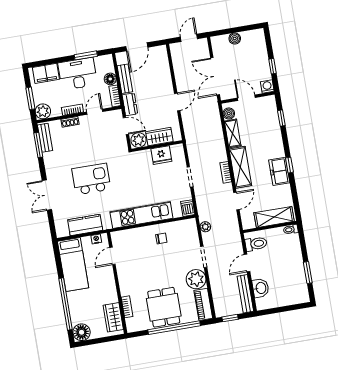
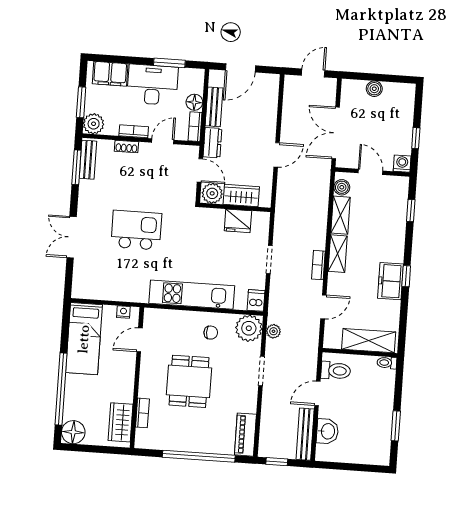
shelving: (240, 167) -> (338, 254), width x0.67, depth x0.75
kitchen counter: (85, 225) -> (113, 290), removed
plant: (196, 279) -> (249, 328), moved
dining table: (164, 307) -> (189, 381), moved

